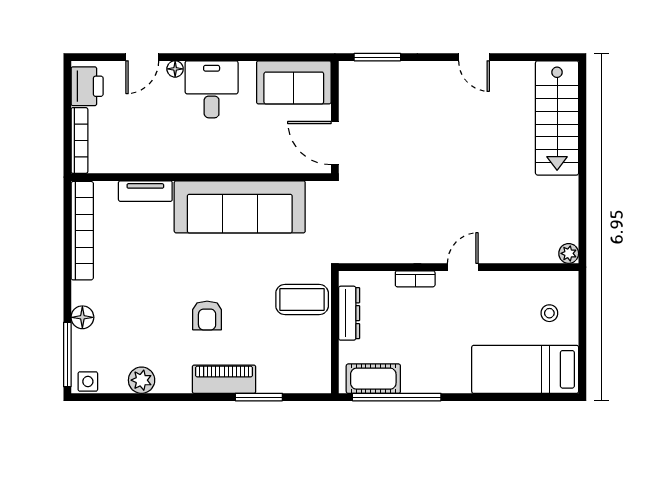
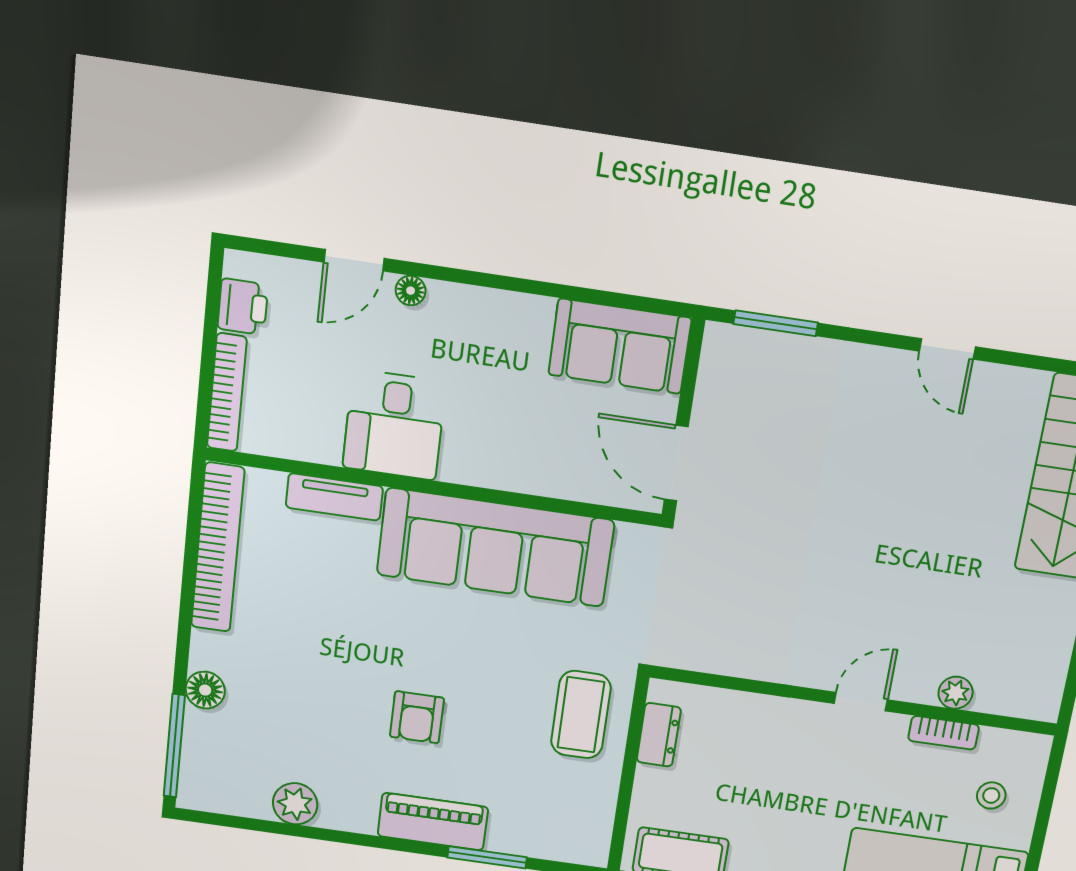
printer: (87, 86) -> (243, 307), width x0.73, depth x0.81
desk: (212, 89) -> (394, 425), moved, turned 180
plant: (569, 253) -> (956, 693), moved
bookcase: (415, 279) -> (944, 733), moved
coffee table: (302, 299) -> (581, 715), turned 90
dresser: (349, 313) -> (659, 735), width x0.70
side table: (88, 382) -> (205, 793), removed

